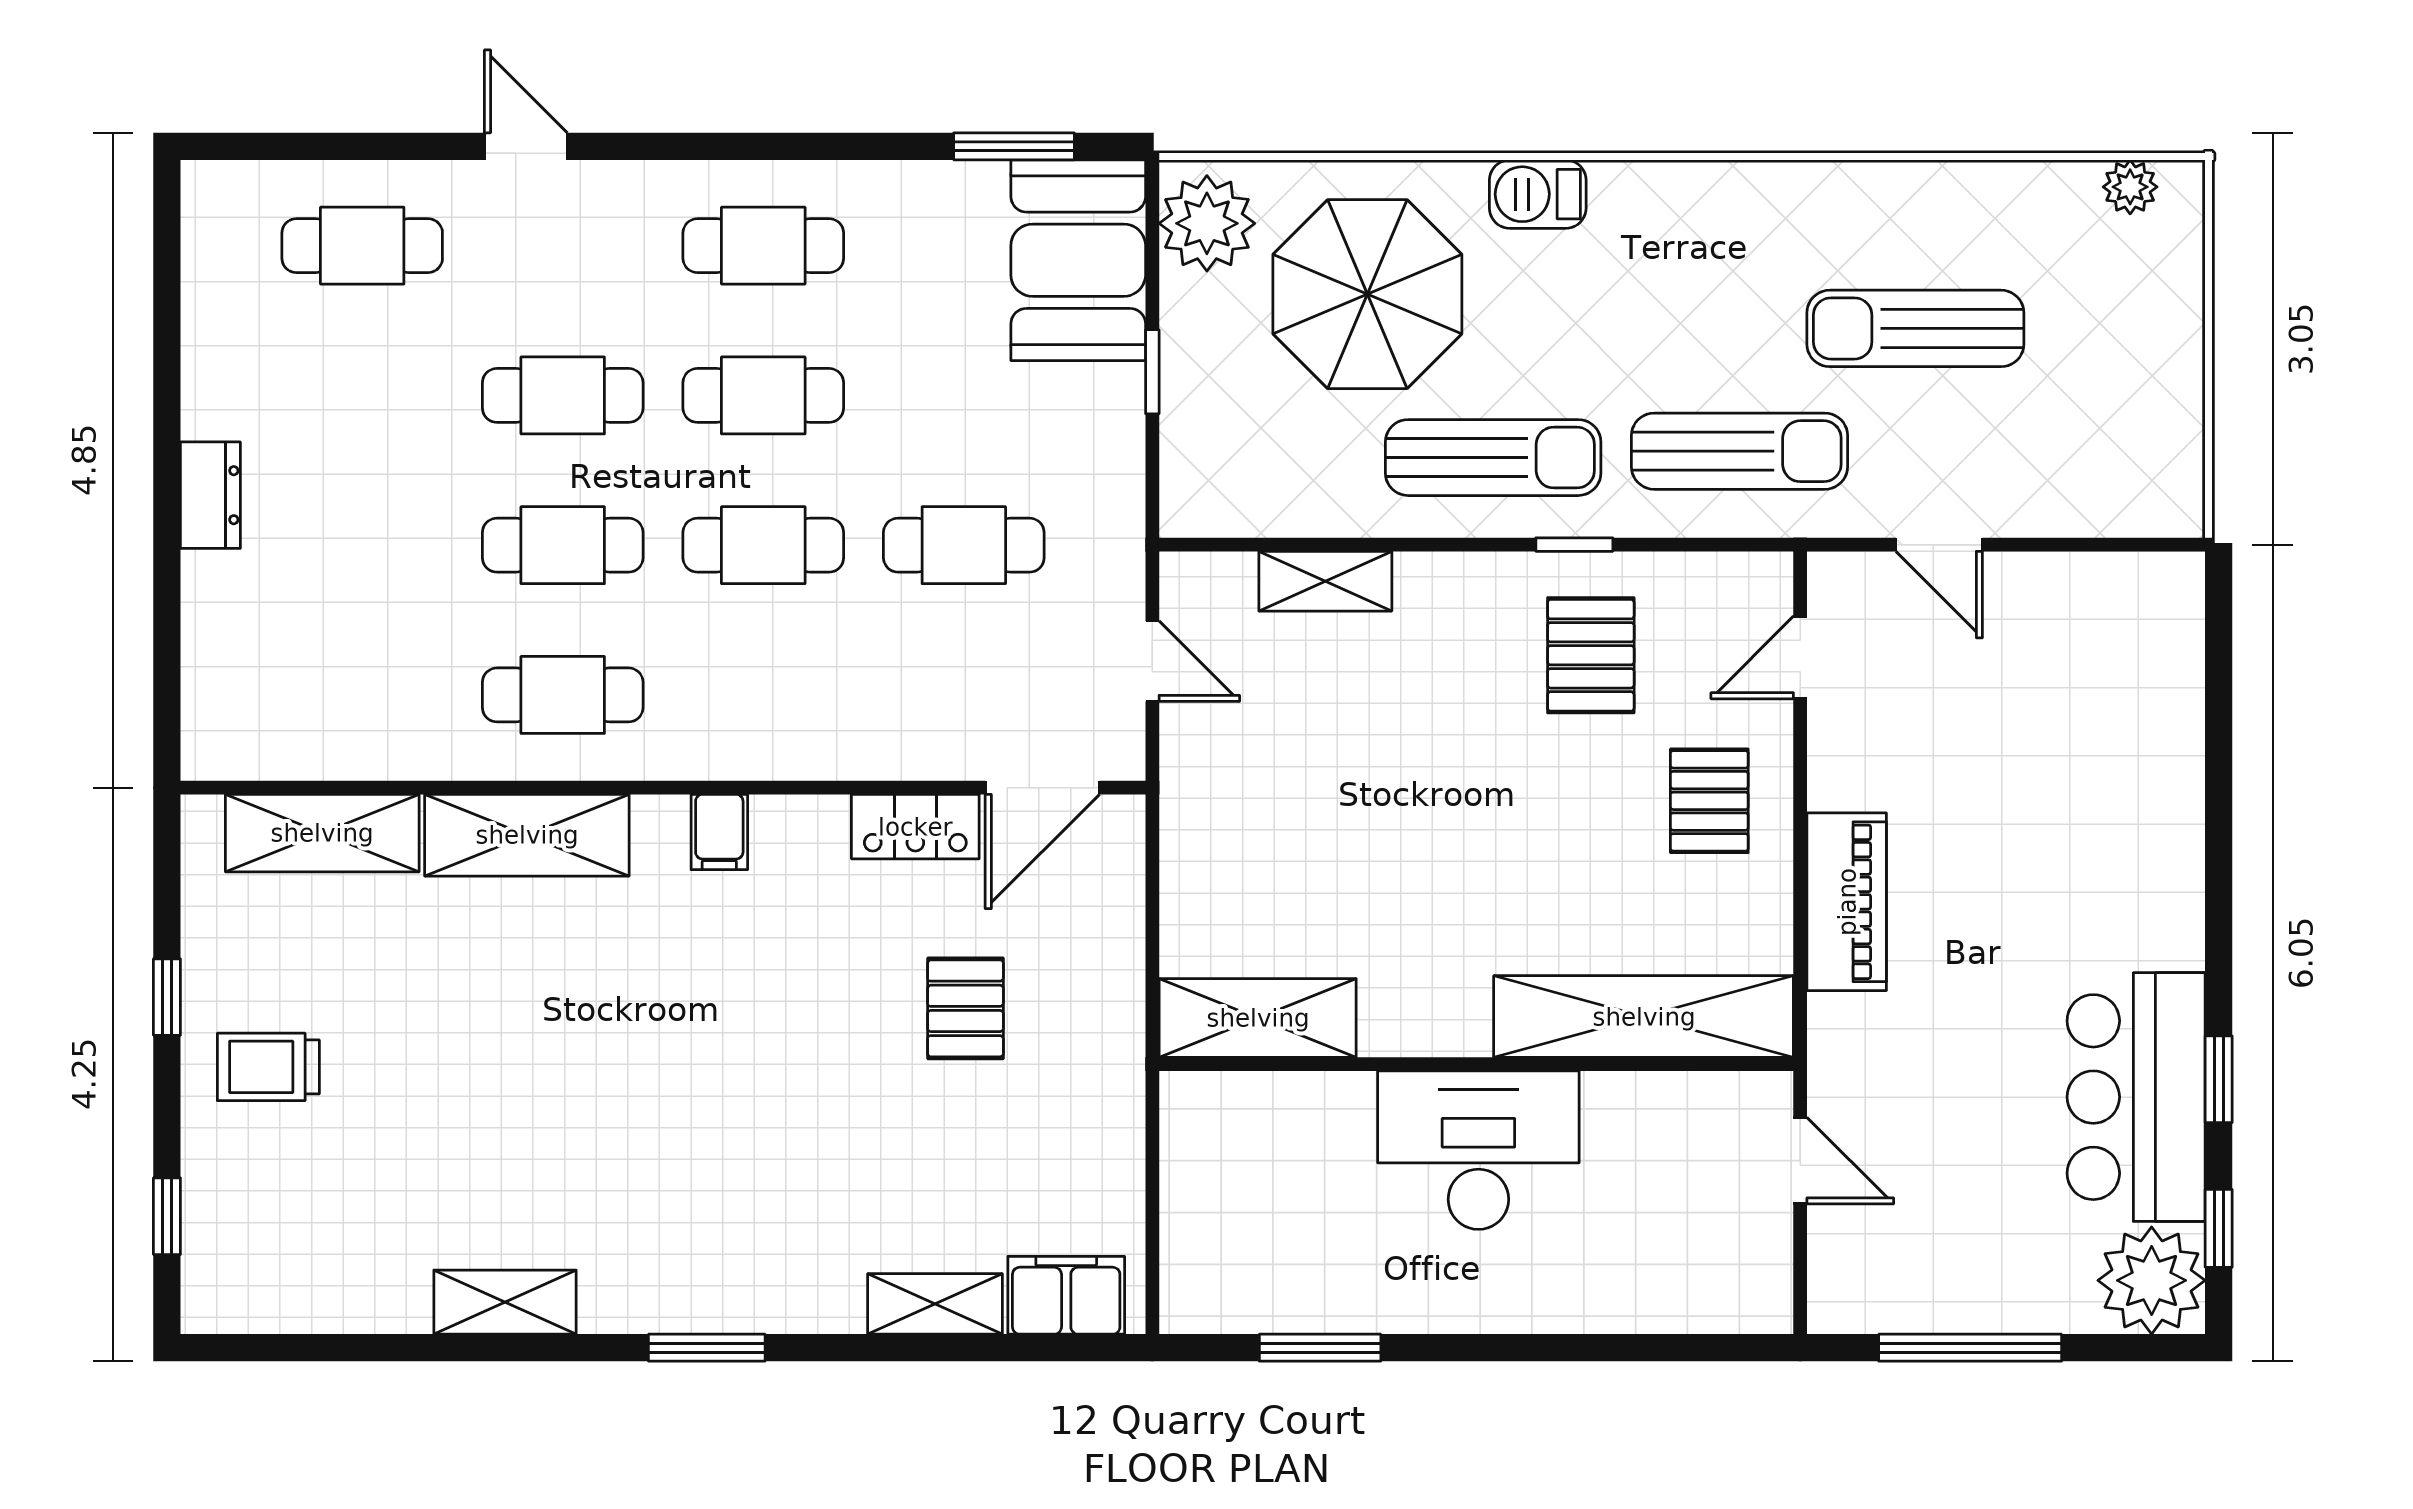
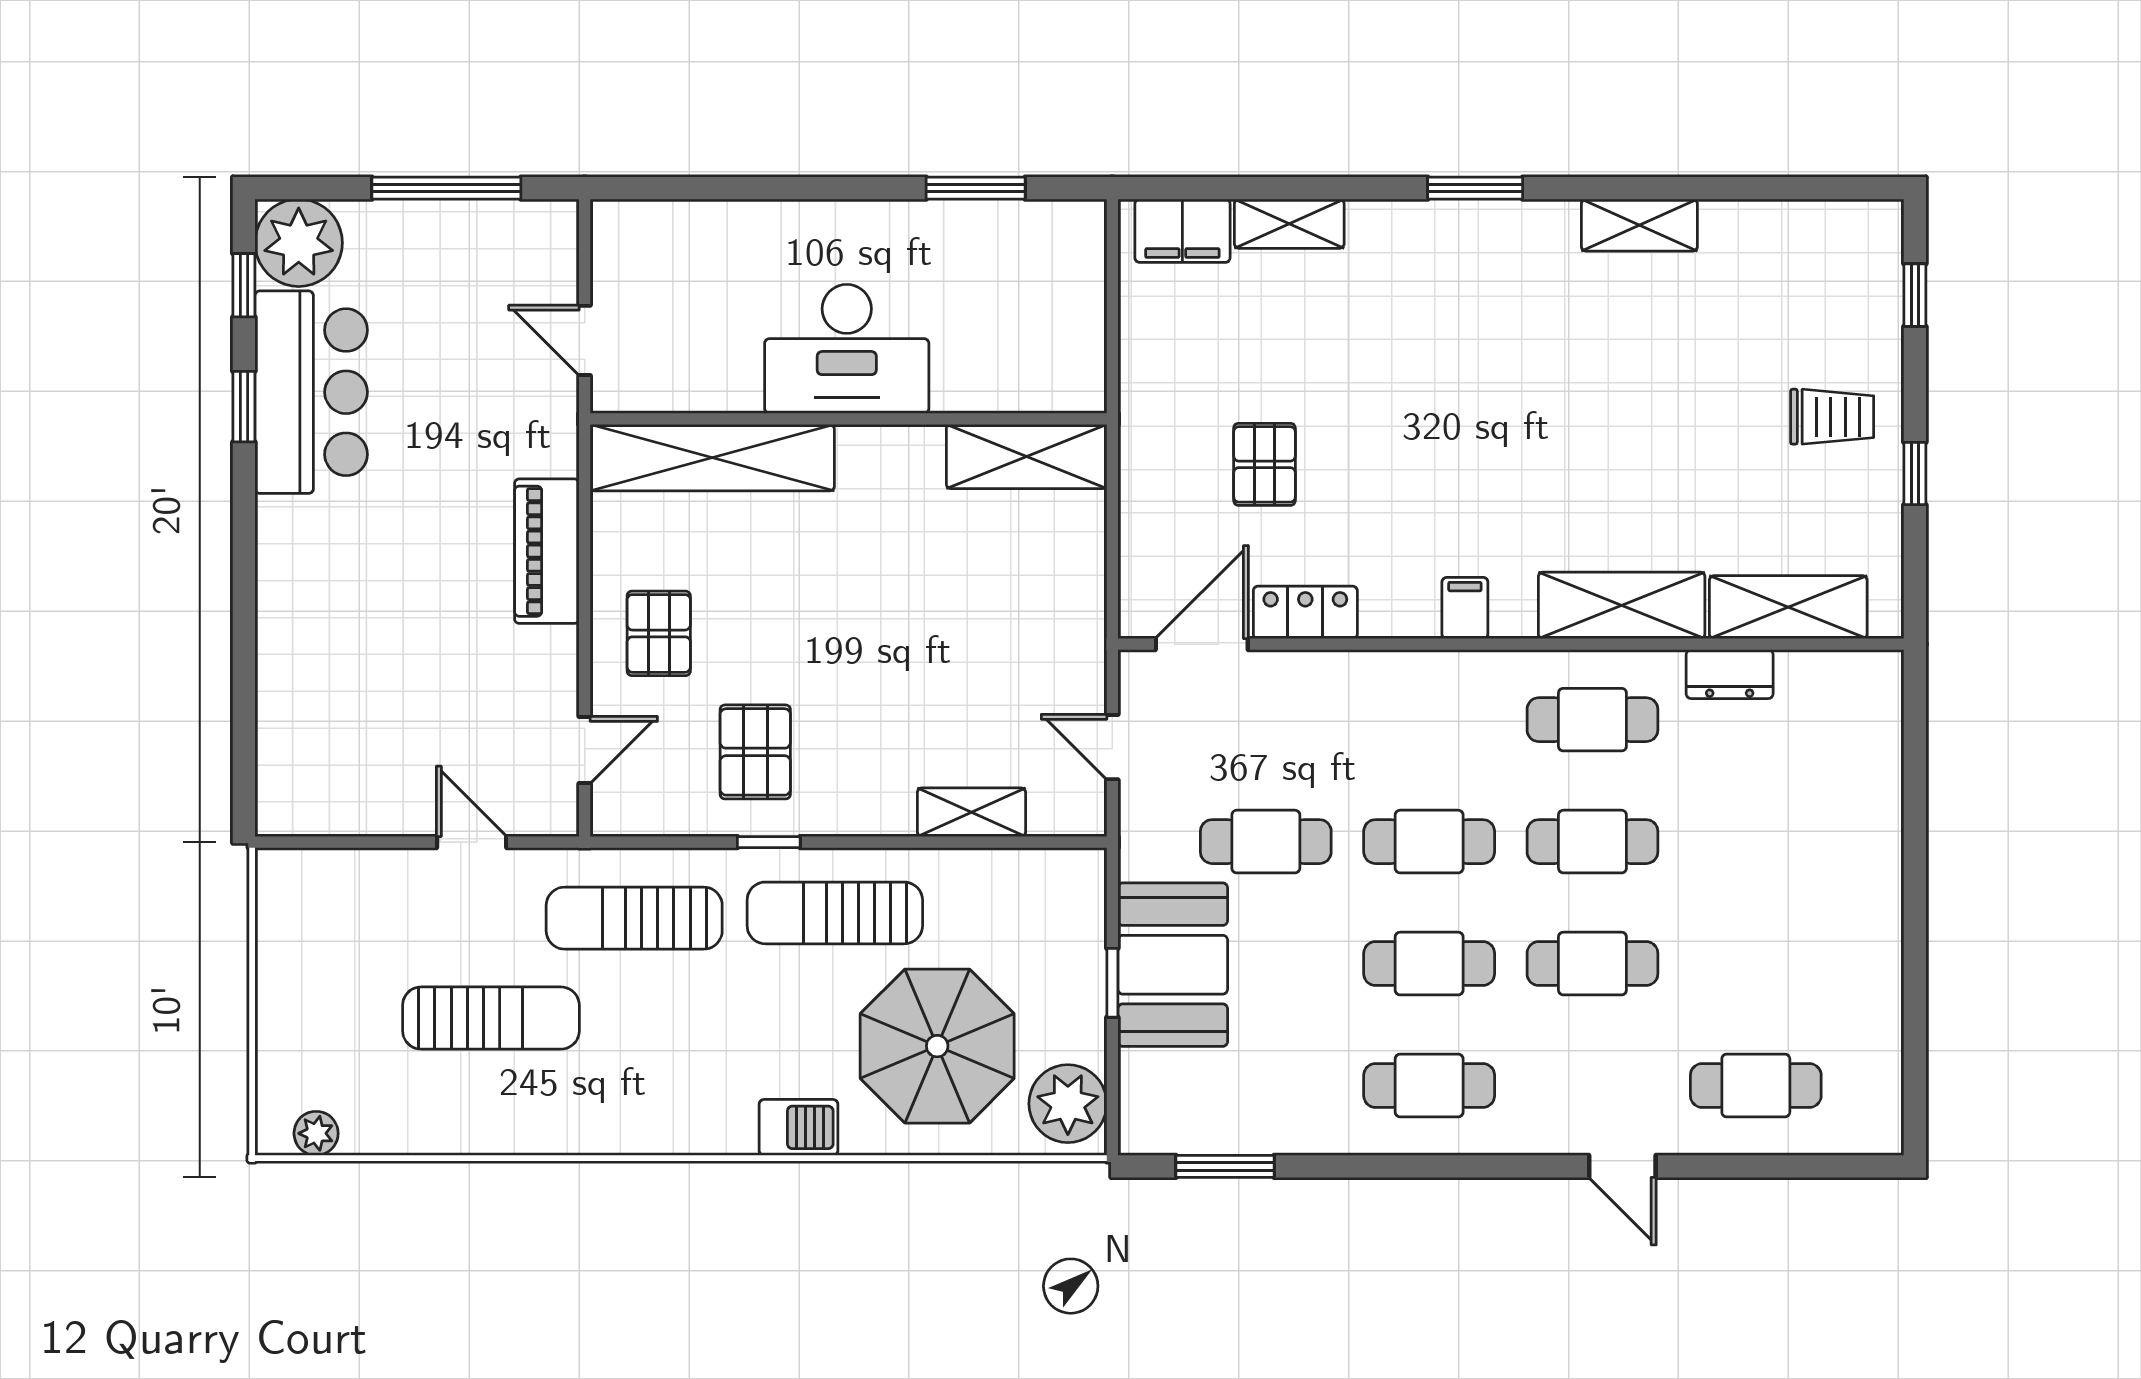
booth: (1078, 260) -> (1173, 965), moved
dresser: (210, 495) -> (1730, 674), moved, turned -90

